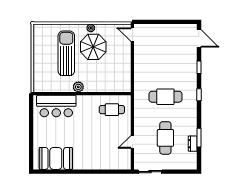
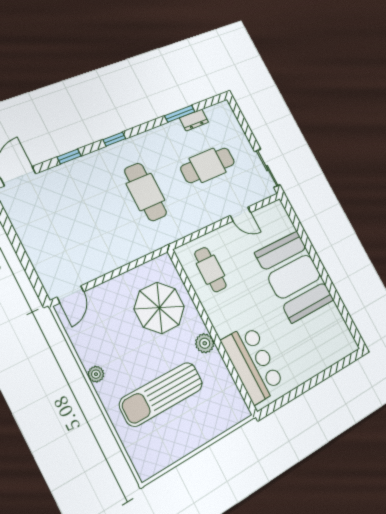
parasol: (93, 47) -> (159, 308), moved
booth: (56, 158) -> (294, 277), moved, width x1.36, depth x1.42

